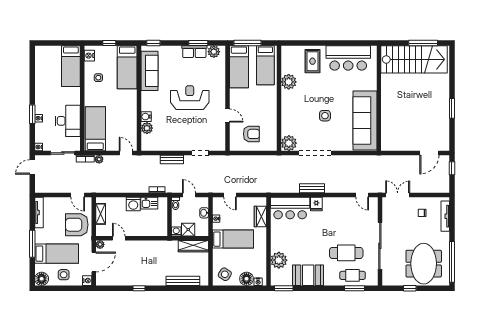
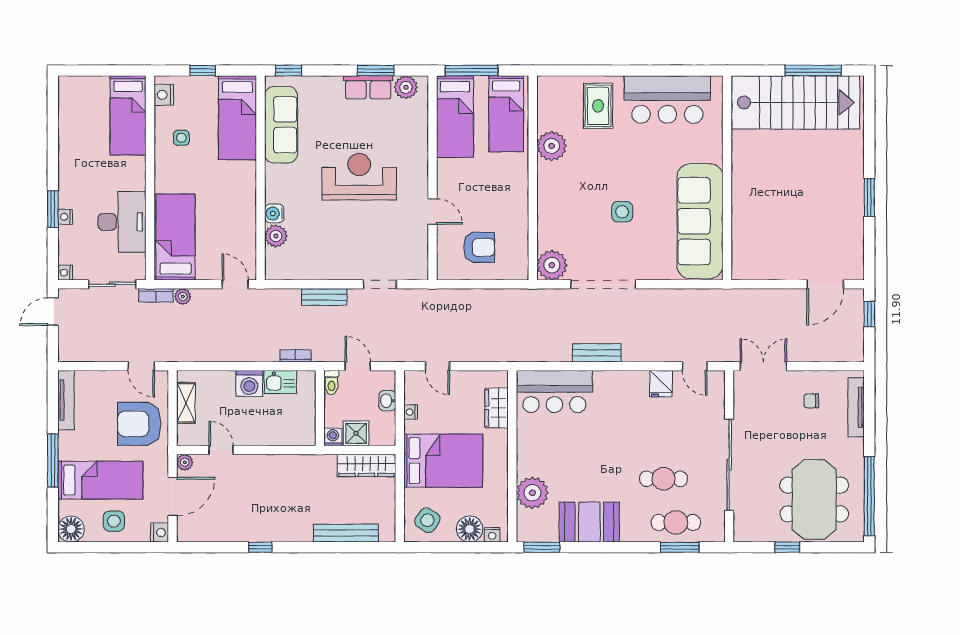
fridge: (316, 204) -> (661, 384), moved
bed: (233, 239) -> (443, 461), width x1.50
cafe table: (346, 253) -> (664, 479), width x0.73, depth x0.74

